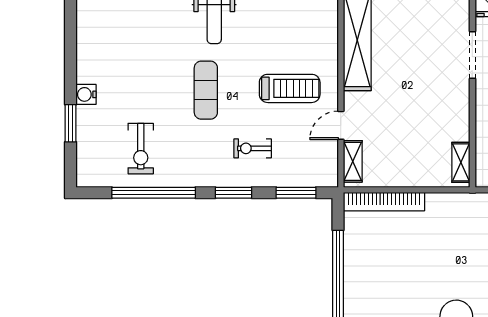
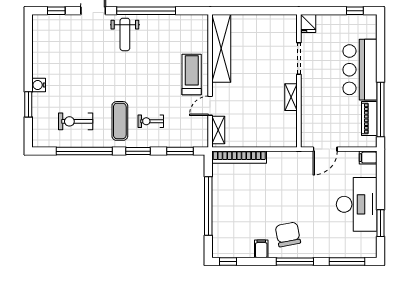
treadmill: (290, 88) -> (192, 75), moved, turned -90
exercise mat: (206, 90) -> (120, 121), moved
exercise bike: (141, 149) -> (76, 121), turned 90
shelving: (461, 162) -> (291, 97), moved

